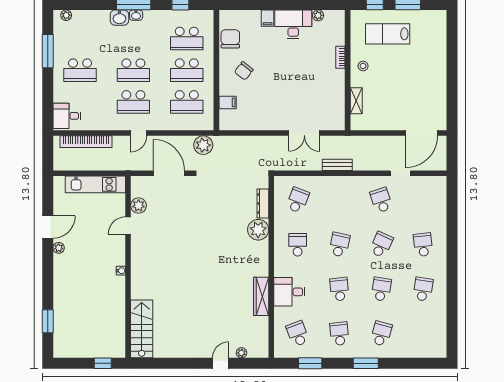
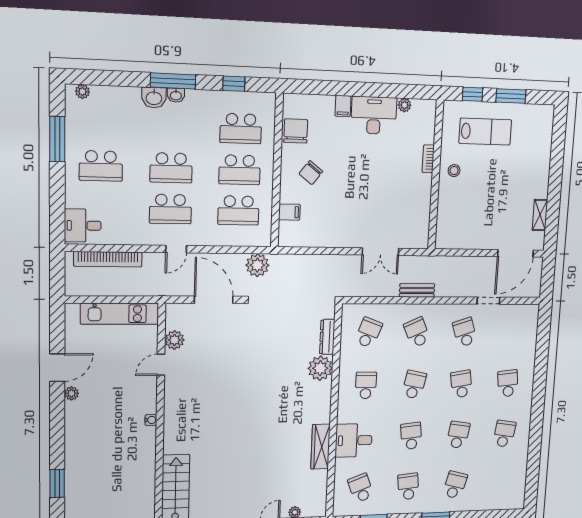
lab bench: (388, 34) -> (485, 132), turned 180
shelving: (356, 101) -> (540, 215), moved
school desk: (339, 200) -> (417, 332), added
school desk: (381, 245) -> (461, 384), turned -33

